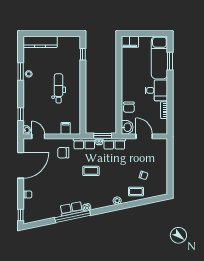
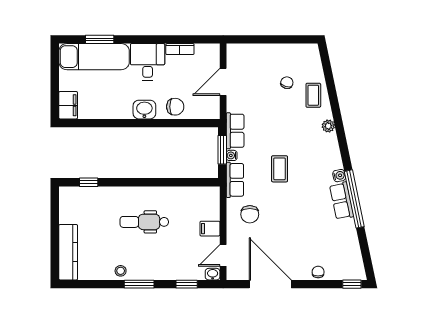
window: (21, 72) -> (139, 284), moved
washbasin: (127, 127) -> (144, 110), moved
filing cabinet: (66, 128) -> (210, 229), moved

